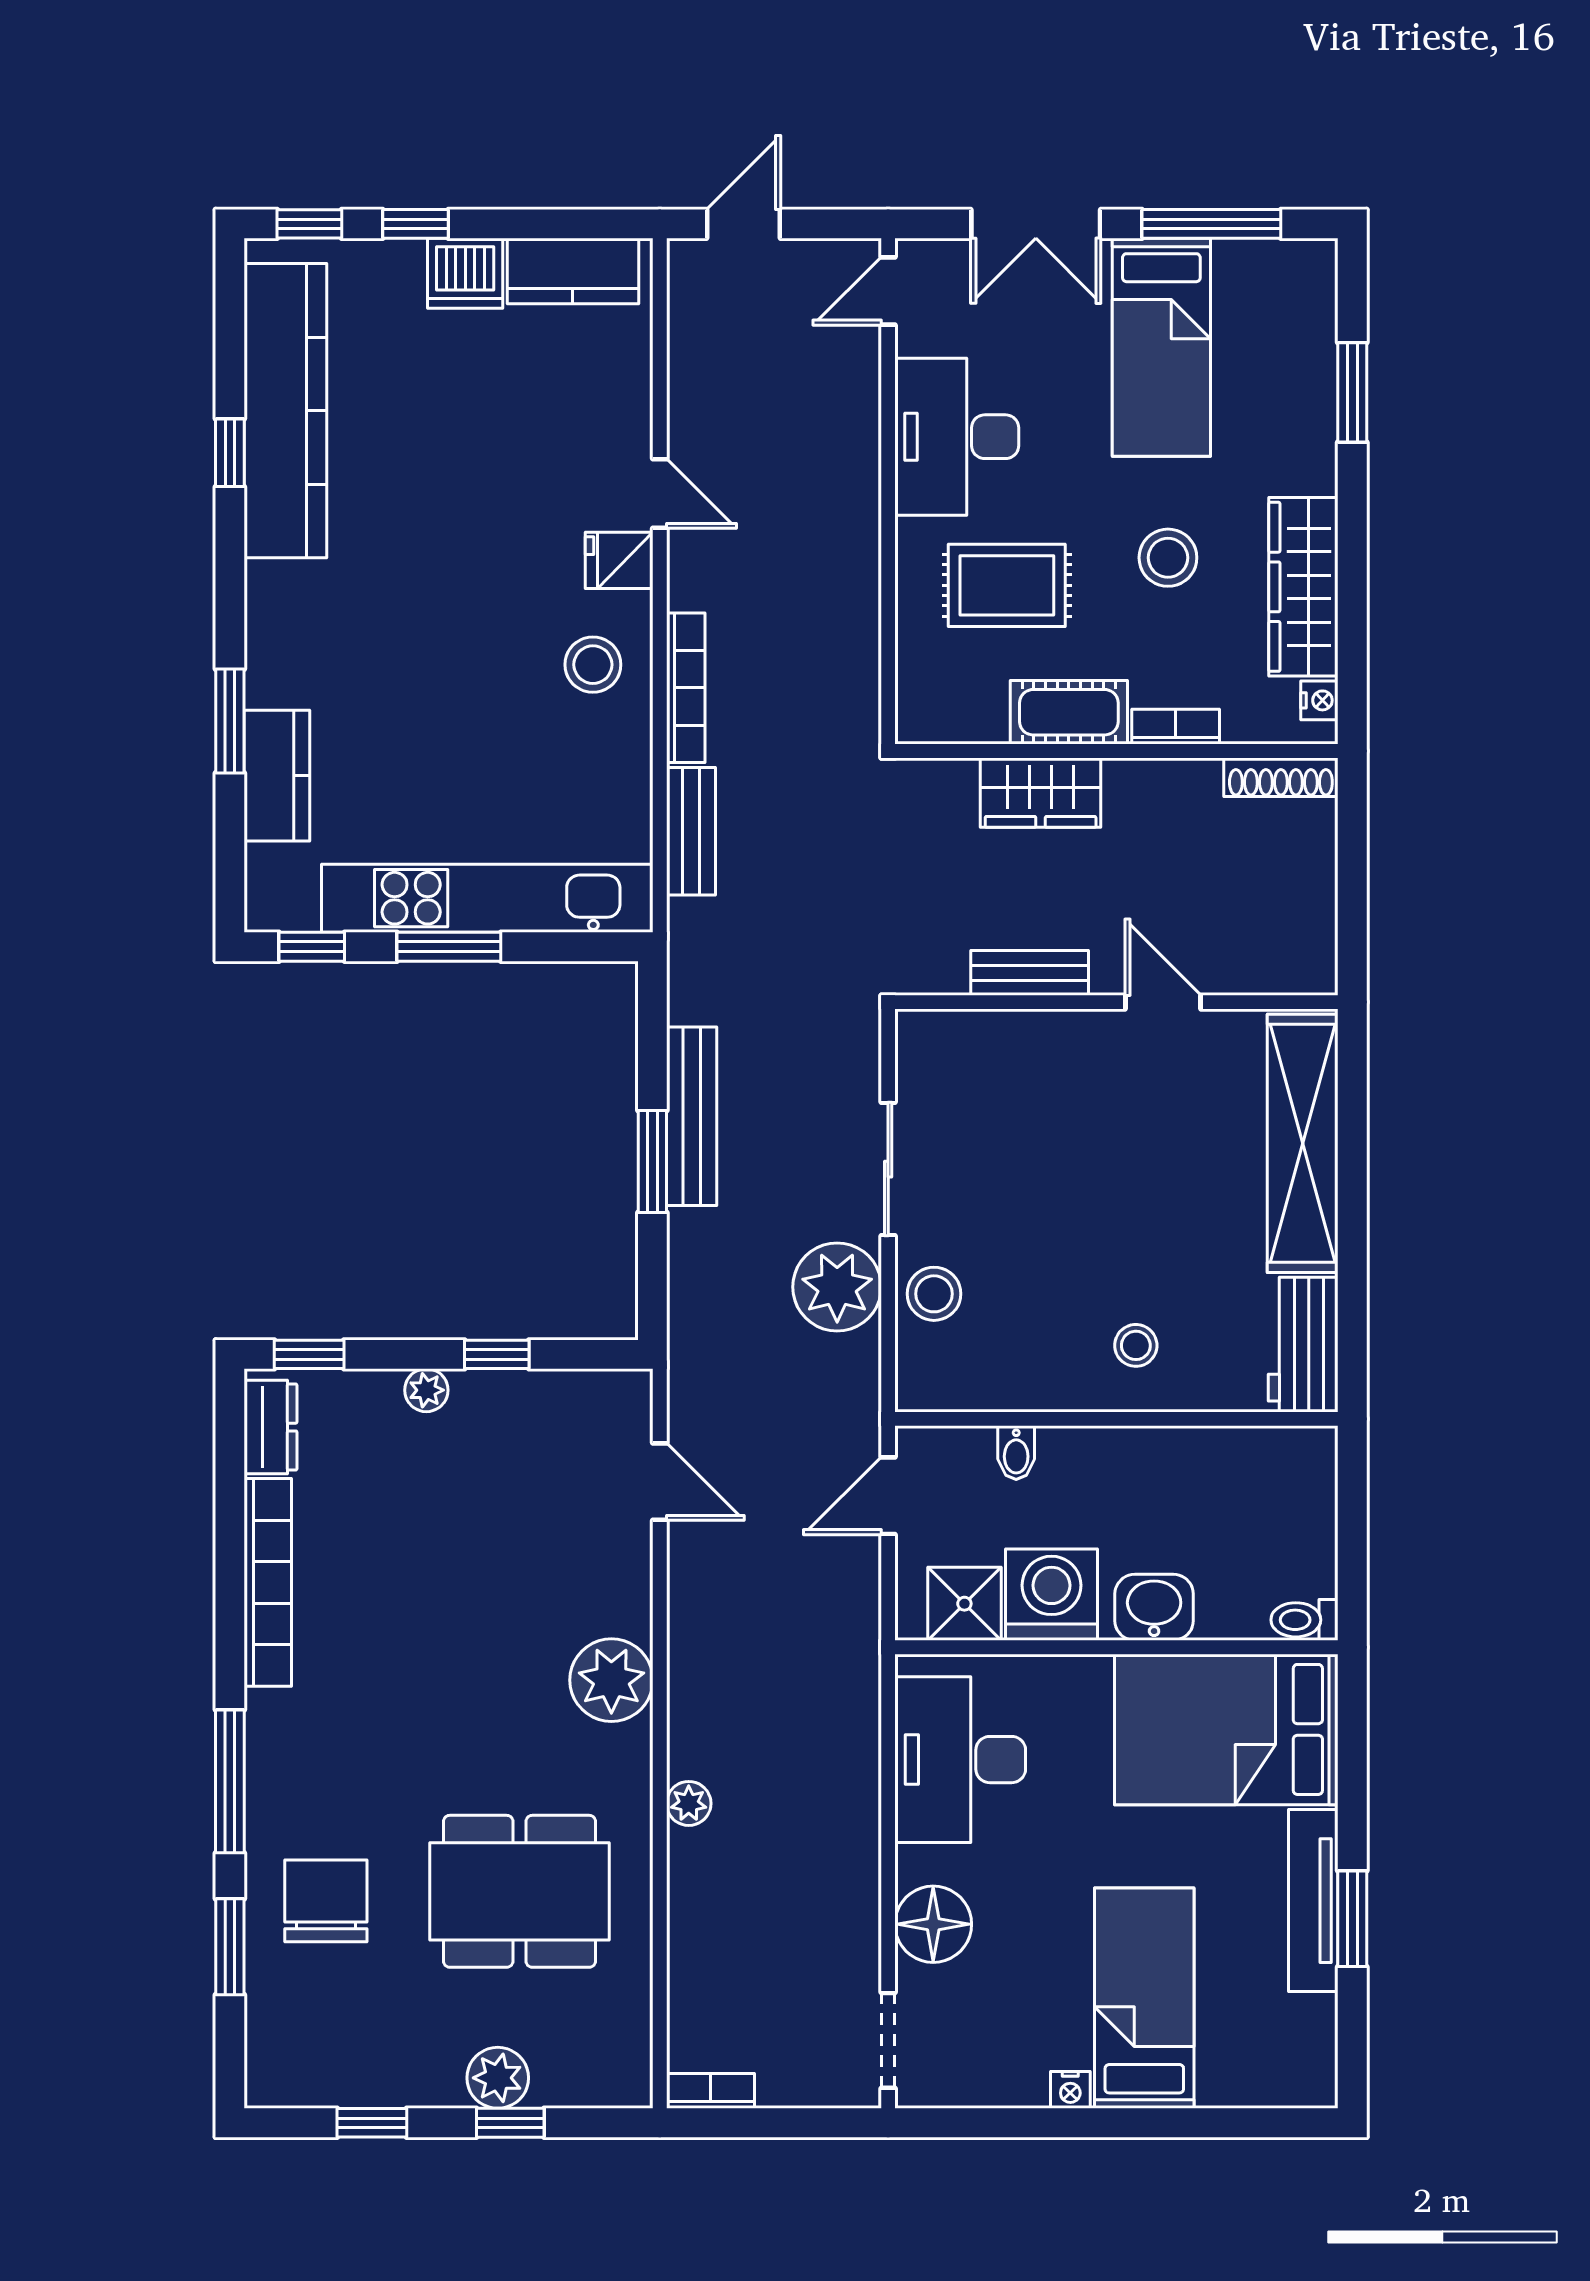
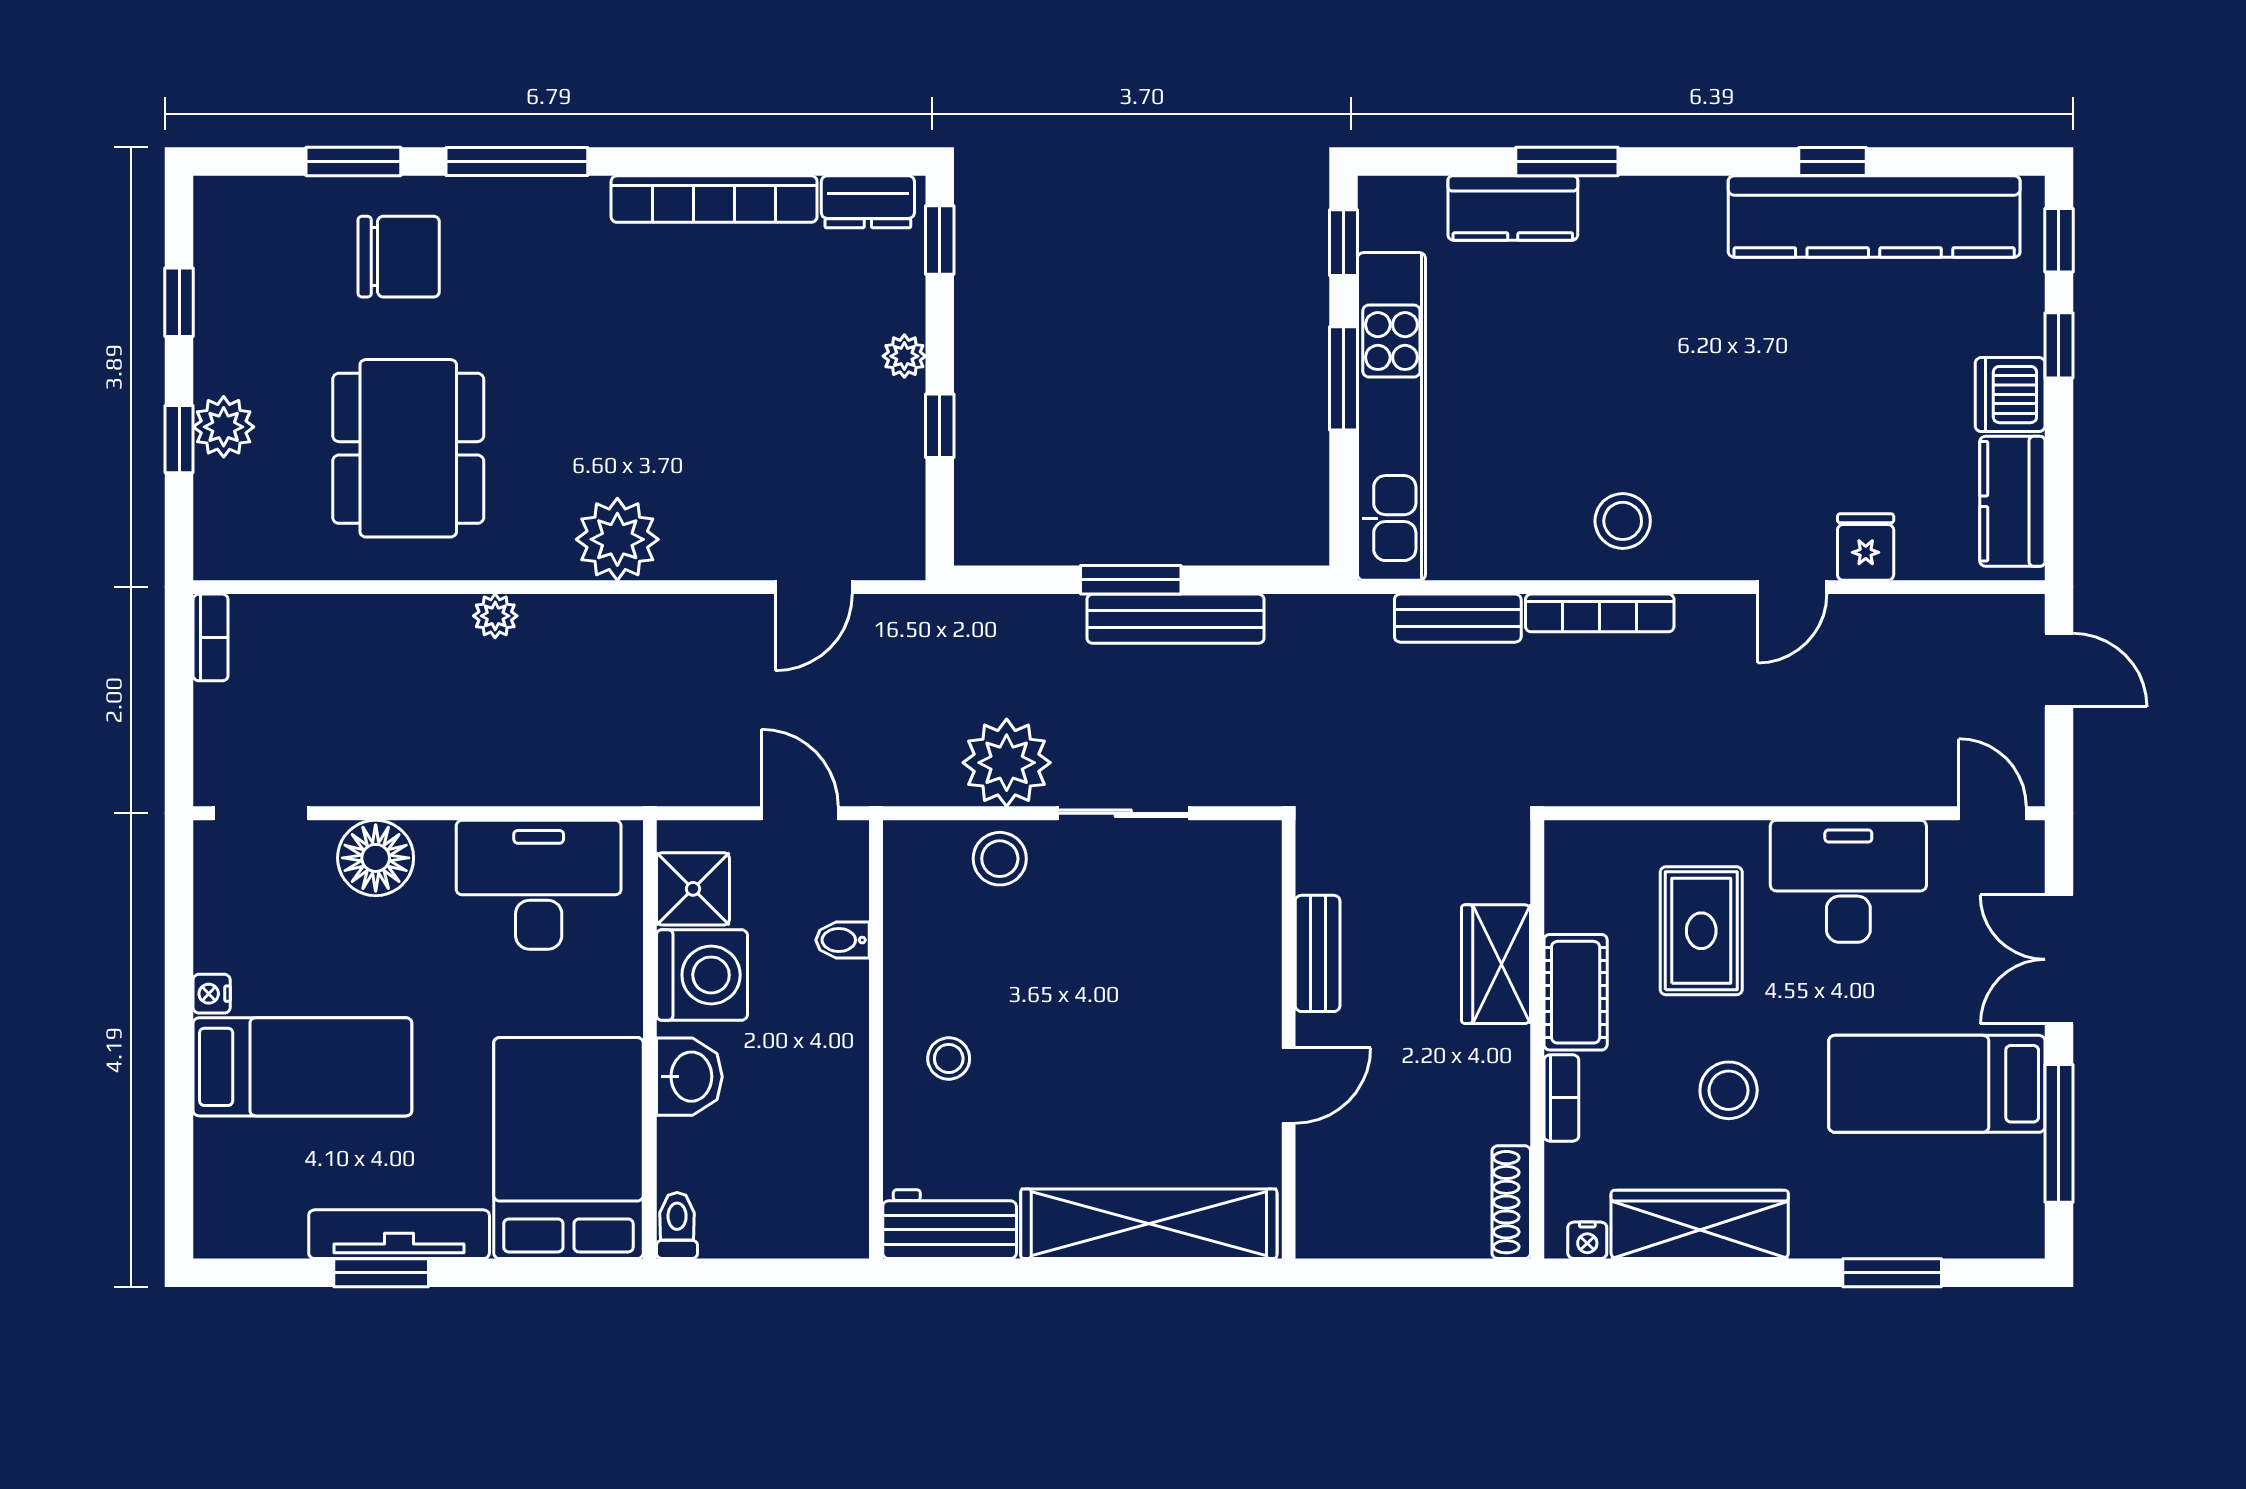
fridge: (619, 560) -> (1866, 547), moved

